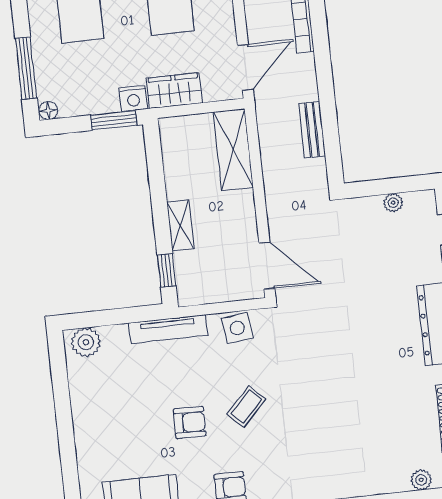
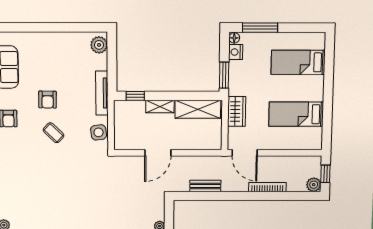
nightstand: (133, 98) -> (236, 52), moved
shelving: (233, 150) -> (198, 109), moved
door: (267, 266) -> (158, 153), moved

